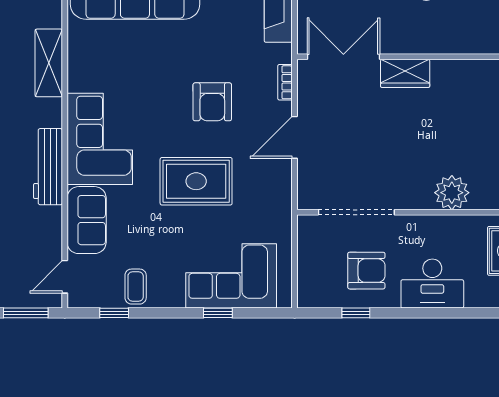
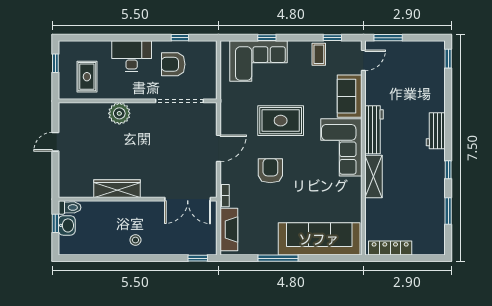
shelving: (49, 63) -> (374, 177), moved
wardrobe: (405, 73) -> (117, 189), moved, width x1.50
bookcase: (285, 82) -> (225, 196), moved

